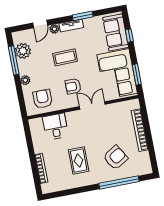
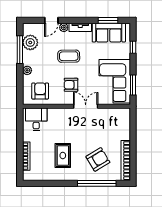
window: (83, 16) -> (108, 20), moved
sofa: (116, 32) -> (109, 33), moved, turned -90
desk: (55, 126) -> (36, 119), moved
bookcase: (140, 130) -> (126, 161), moved

